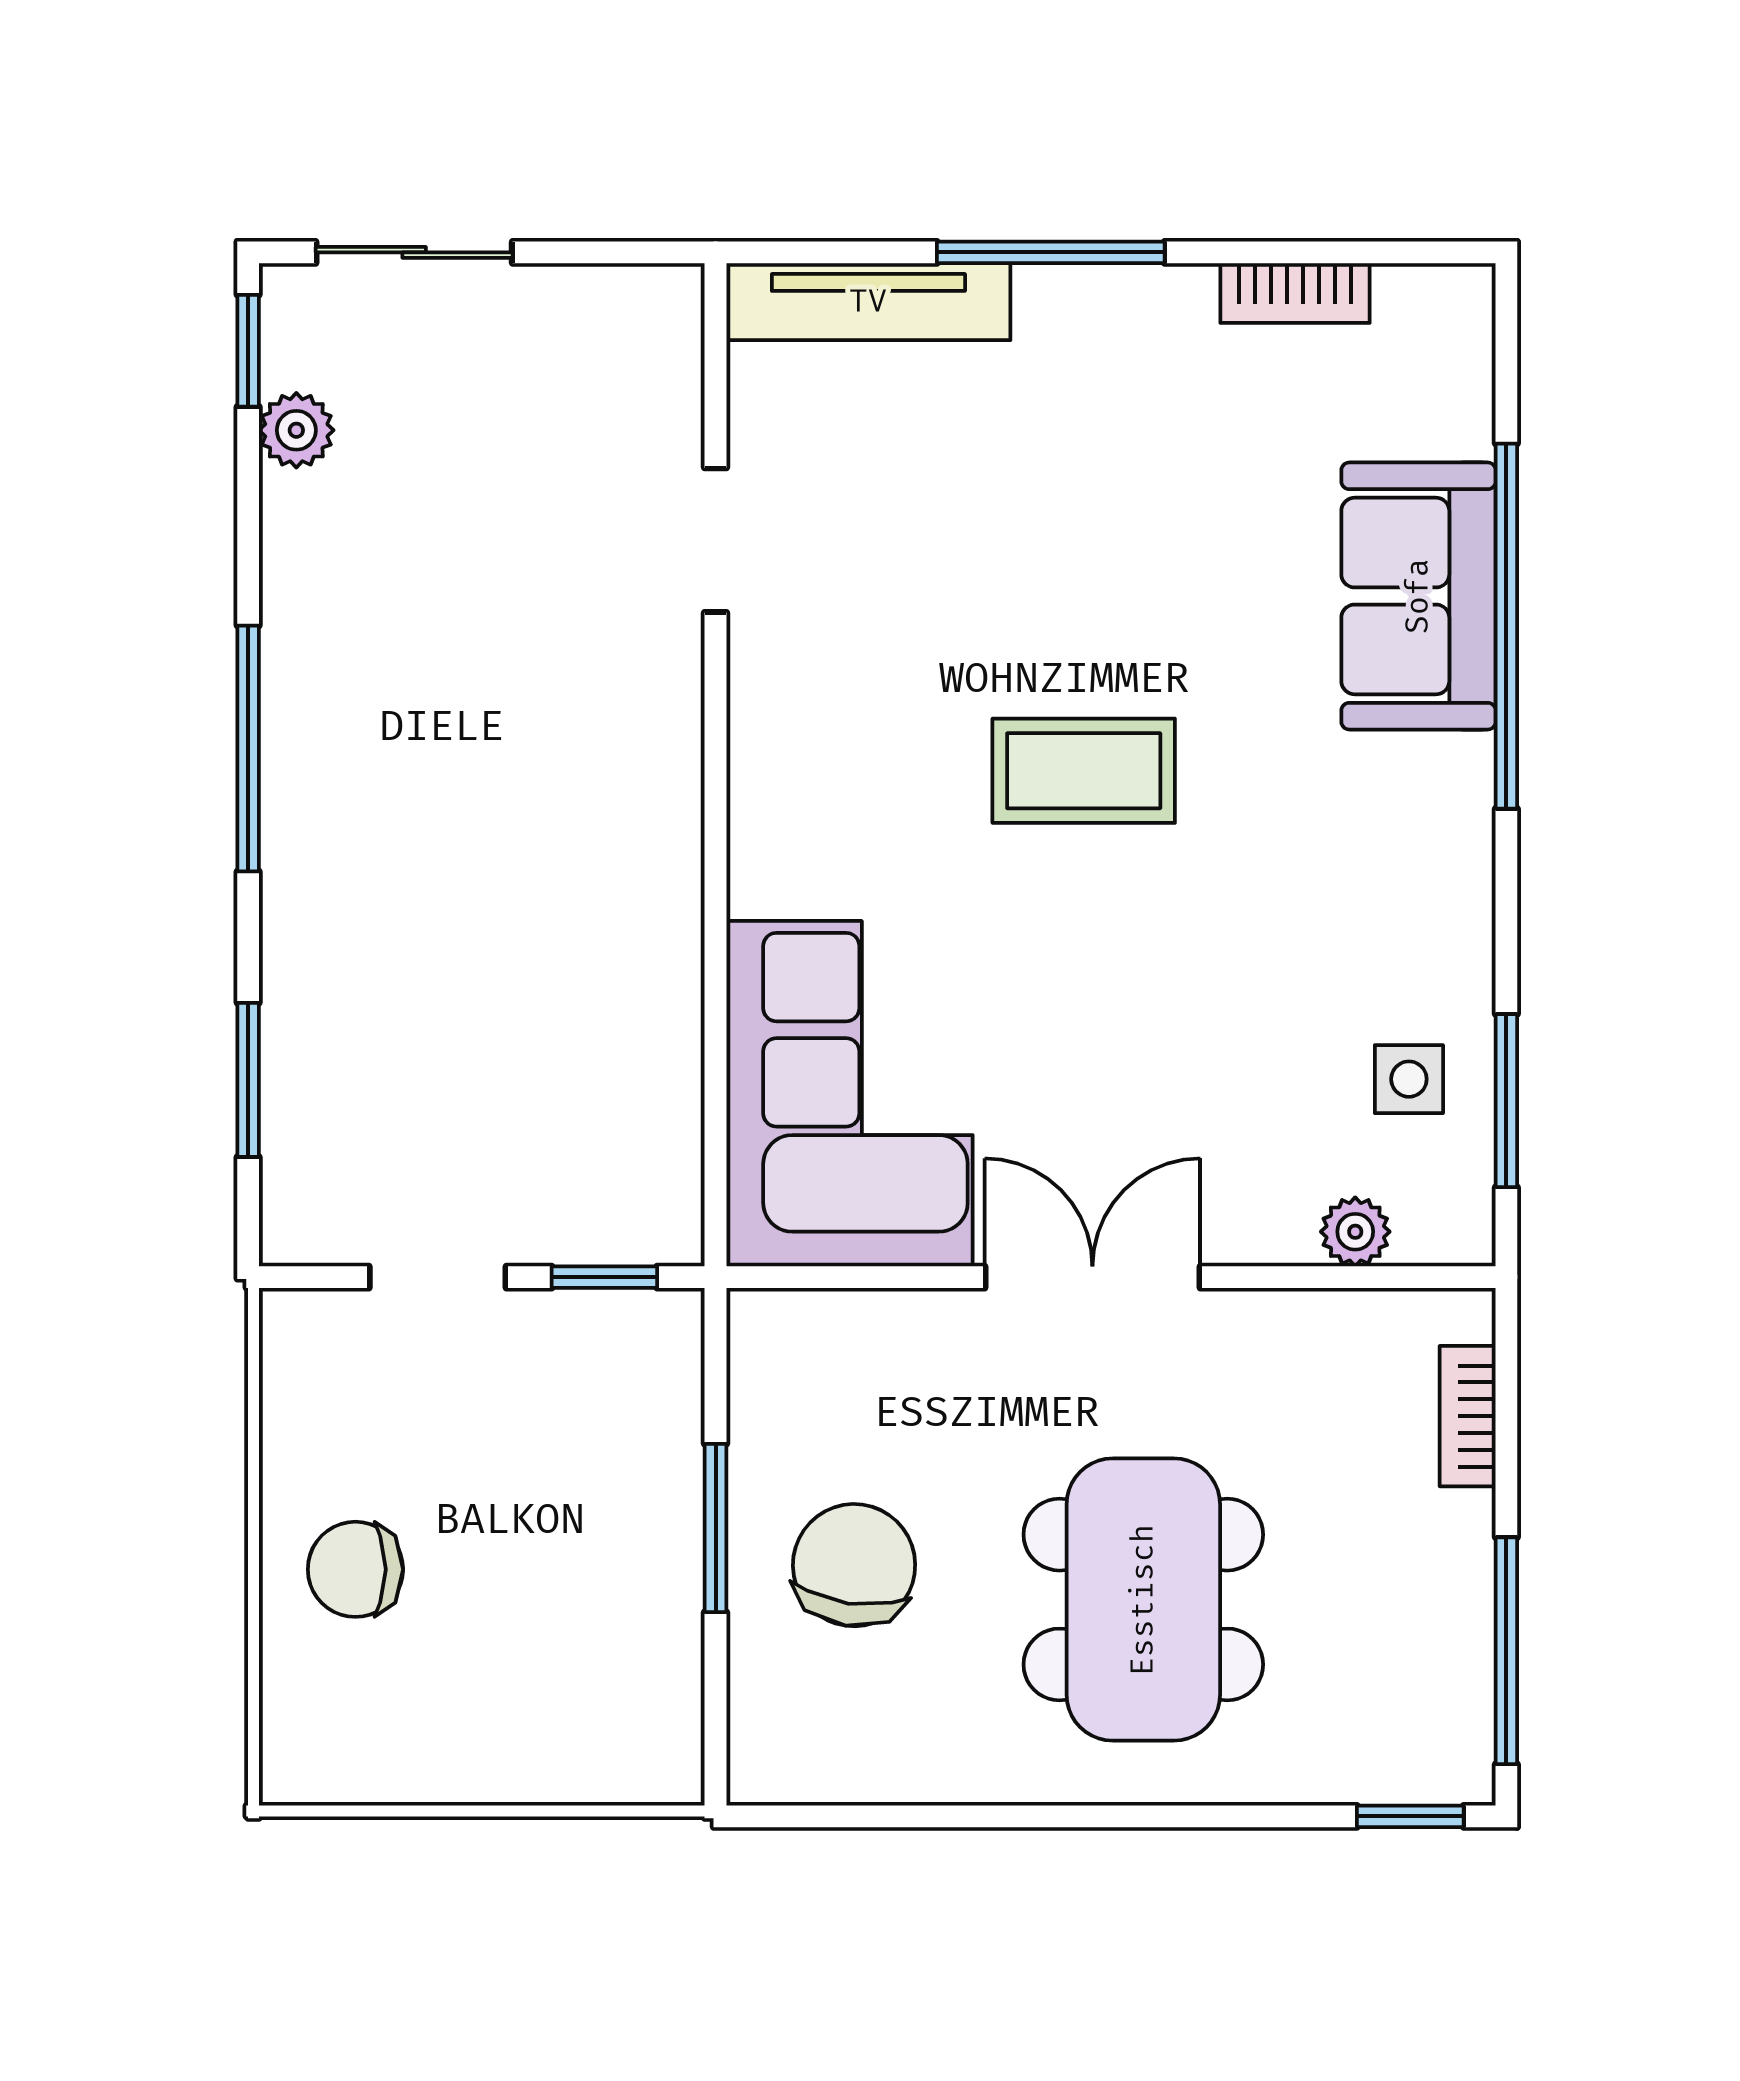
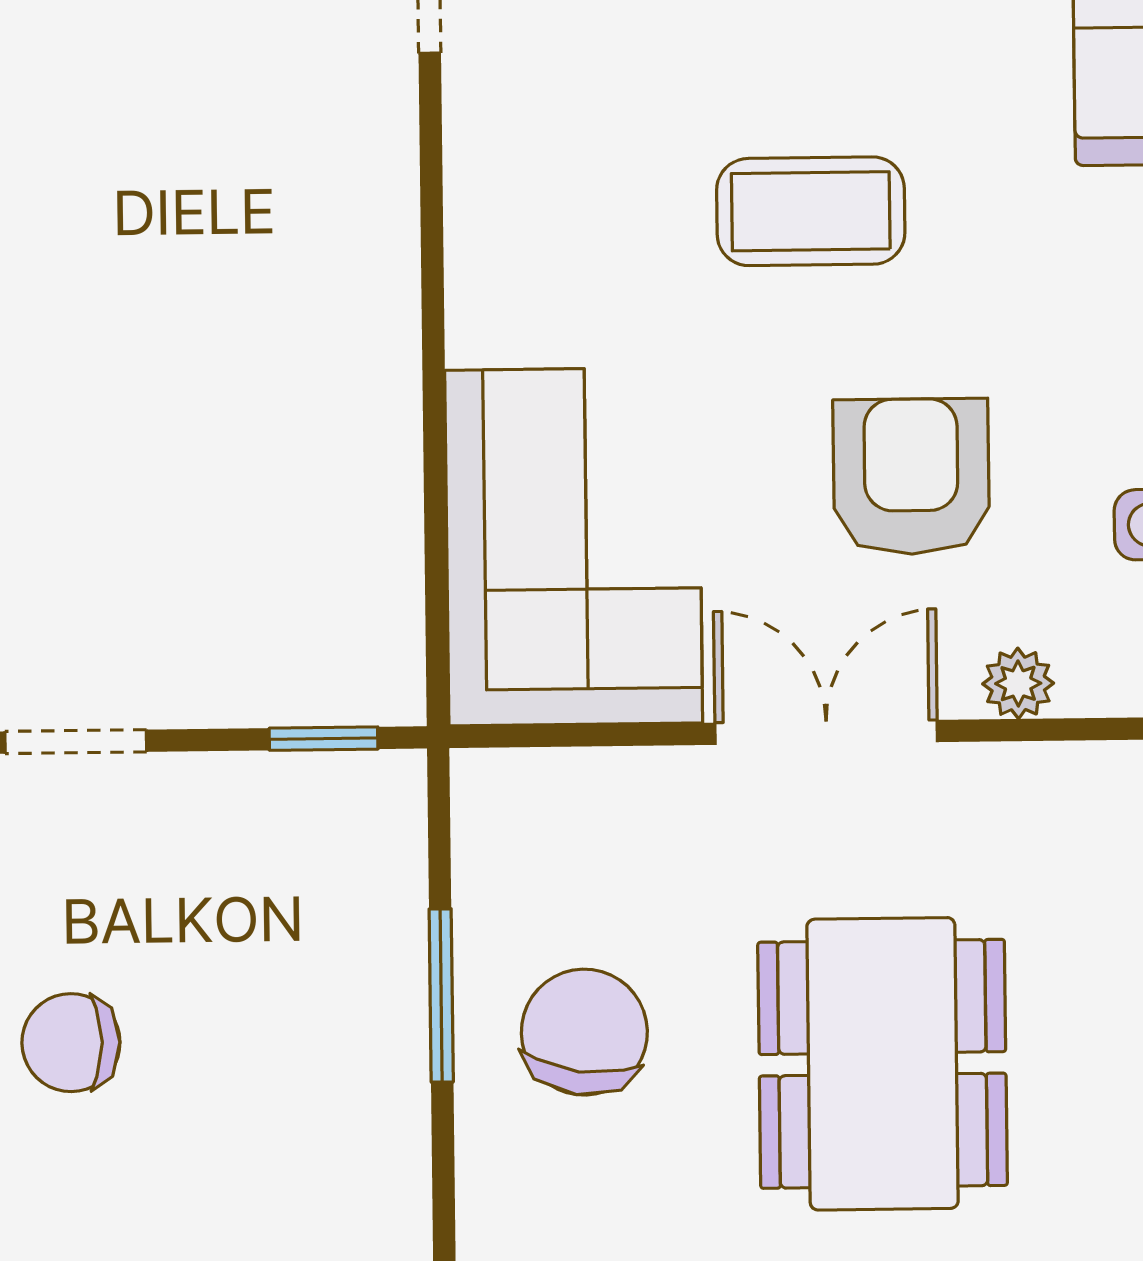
armchair: (1178, 1030) -> (911, 477), added
plant: (1355, 1232) -> (1018, 683), moved
doorway: (438, 1277) -> (76, 742), moved

